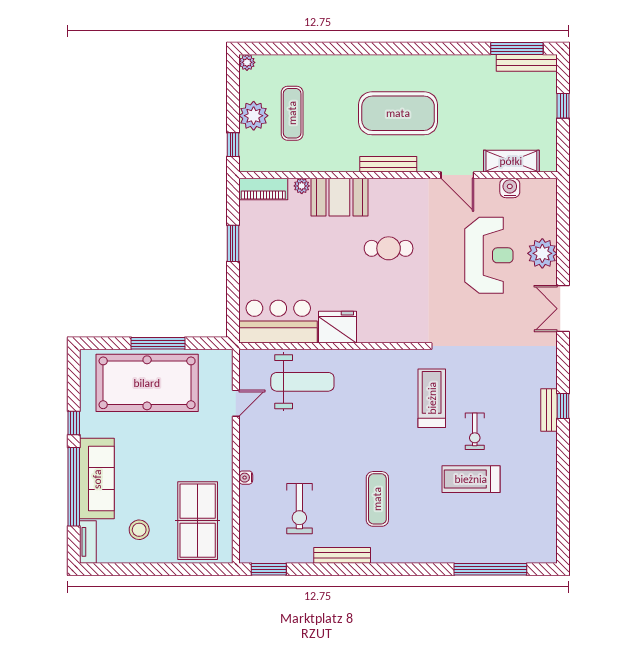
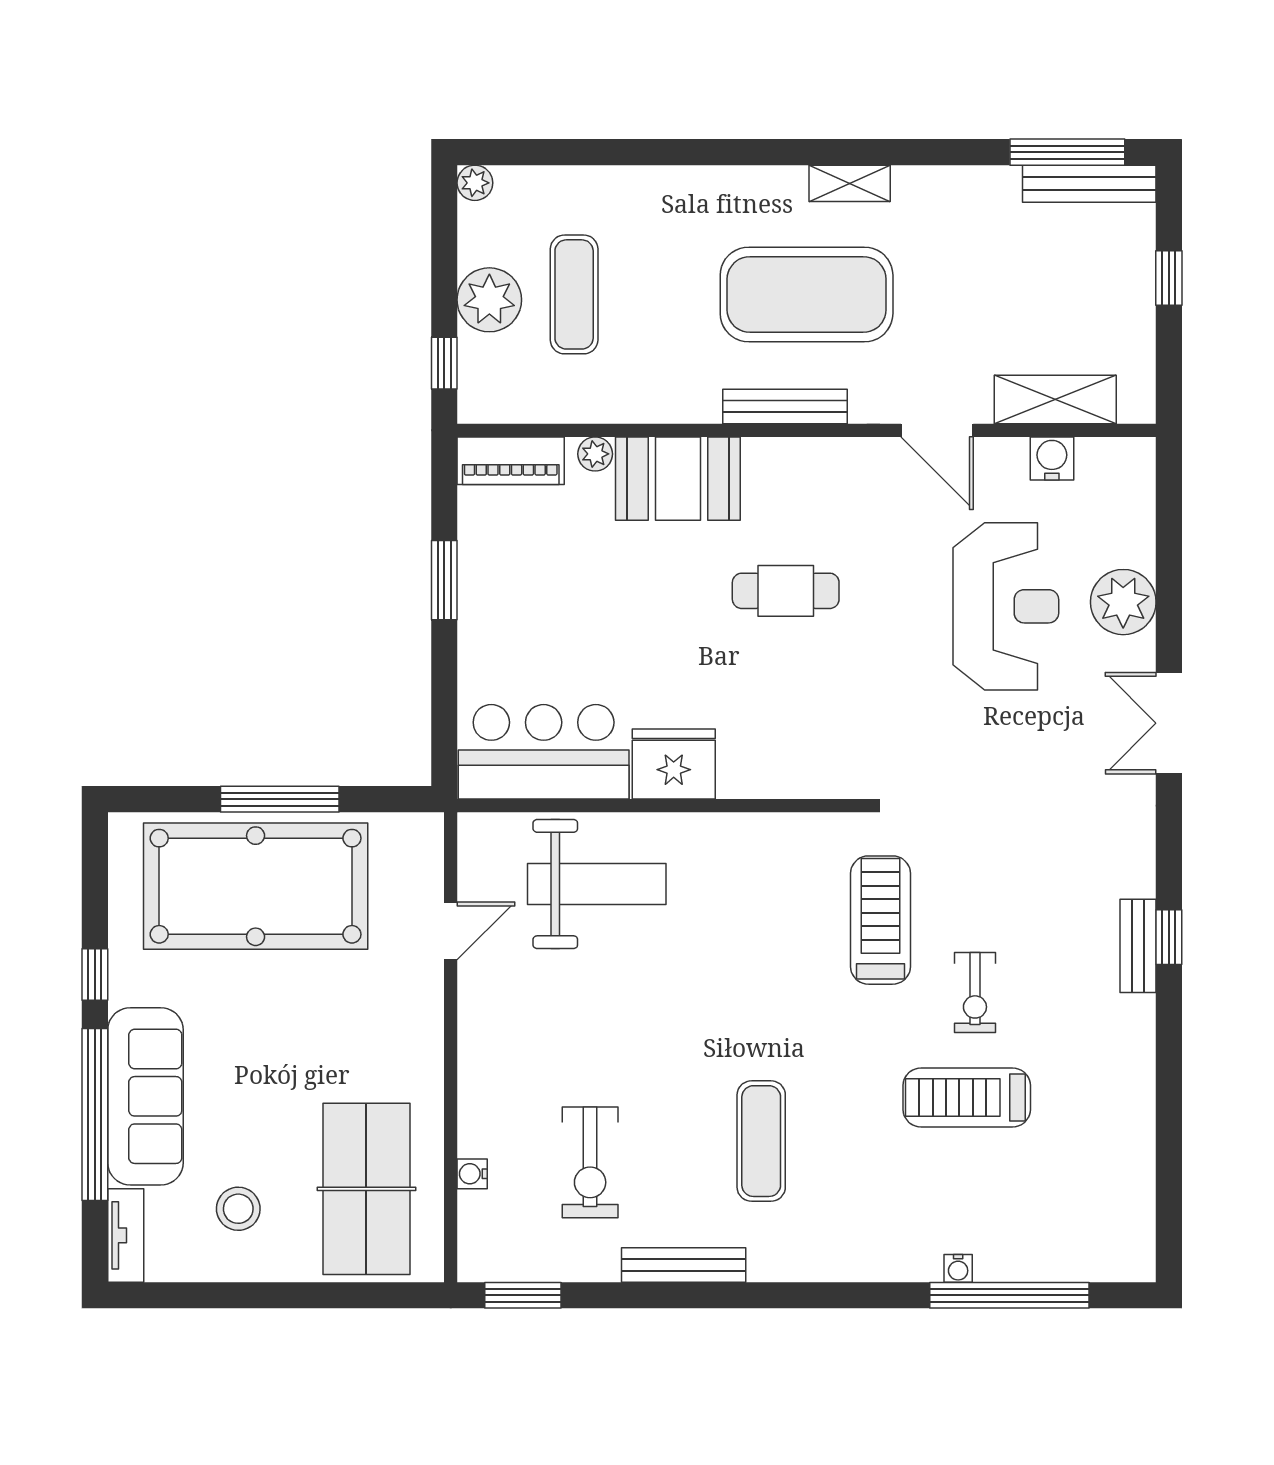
shelving: (418, 63) -> (850, 183), added
water cooler: (246, 478) -> (472, 1174), moved
water cooler: (467, 557) -> (958, 1268), added

